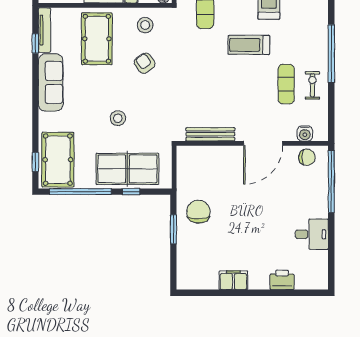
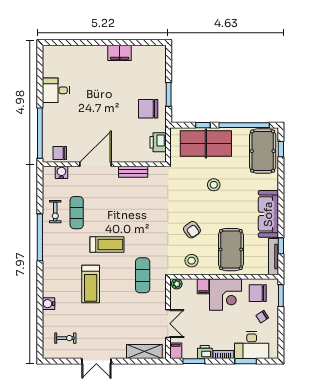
bench: (210, 134) -> (133, 172), width x0.73
chair: (198, 212) -> (148, 109), turned 90
printer: (282, 280) -> (158, 142), moved, turned 90

